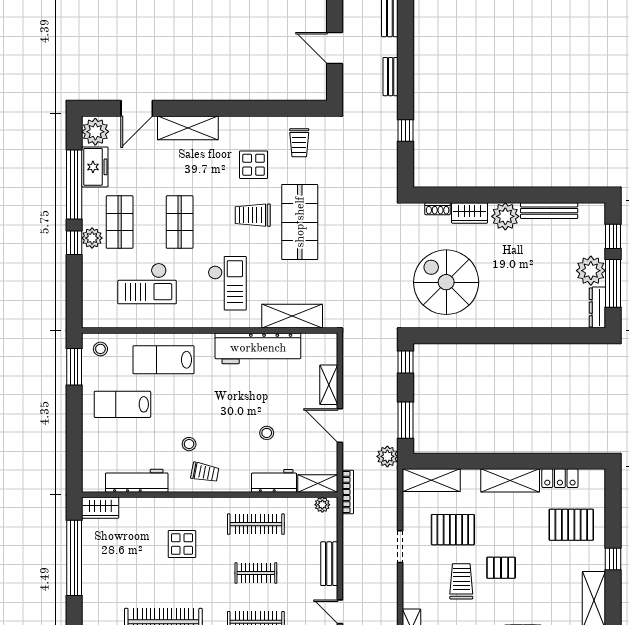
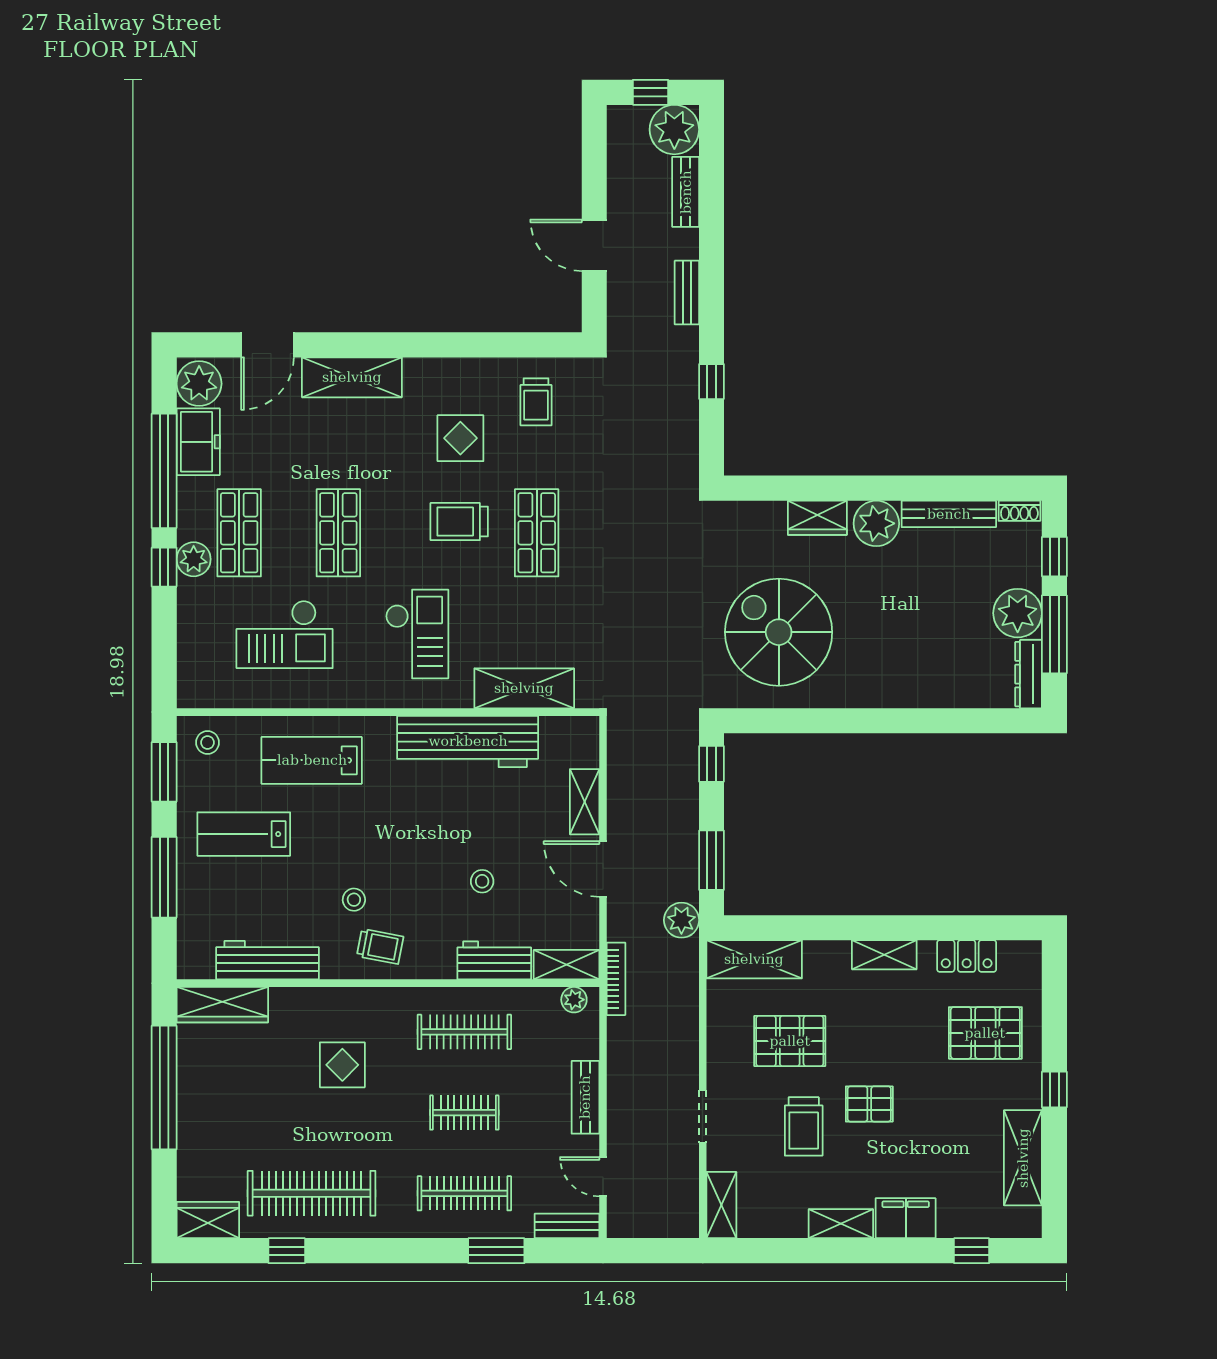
shoe rack: (438, 209) -> (1019, 511), moved
shop shelf: (300, 222) -> (537, 533), width x0.70, depth x0.74
window: (74, 430) -> (164, 877), added
shelving: (510, 480) -> (884, 955), width x0.67, depth x0.75
wardrobe: (100, 508) -> (222, 1005), width x1.50
doorway: (400, 547) -> (703, 1116), moved
trolley: (461, 581) -> (804, 1126), turned 180

